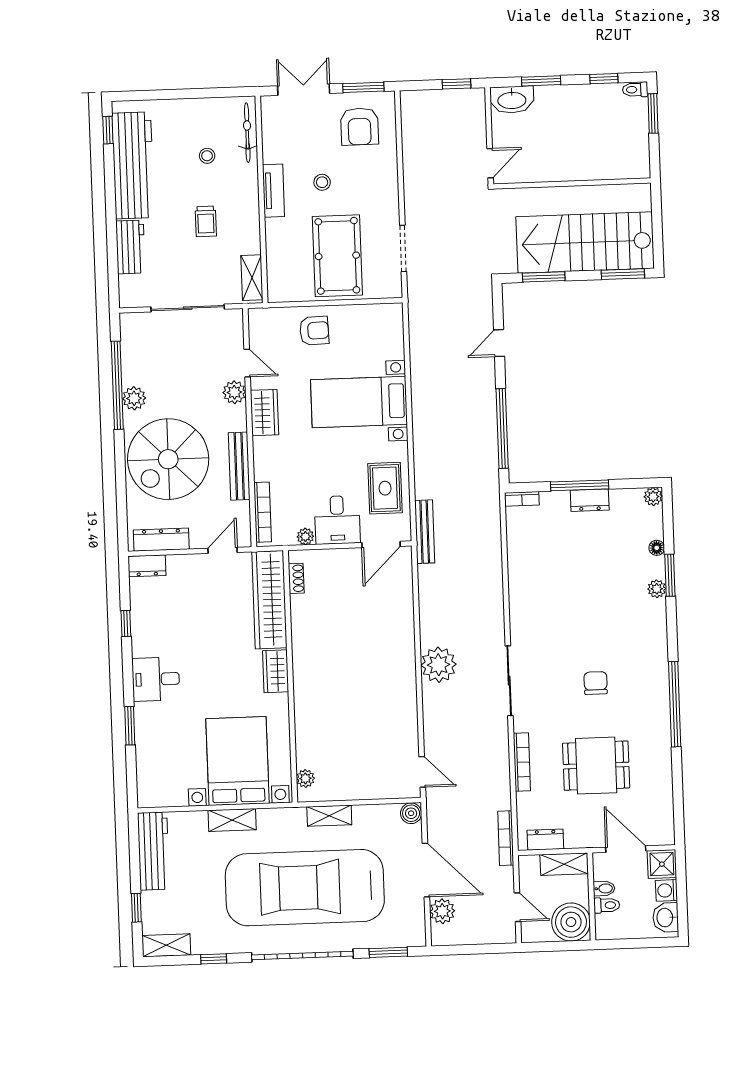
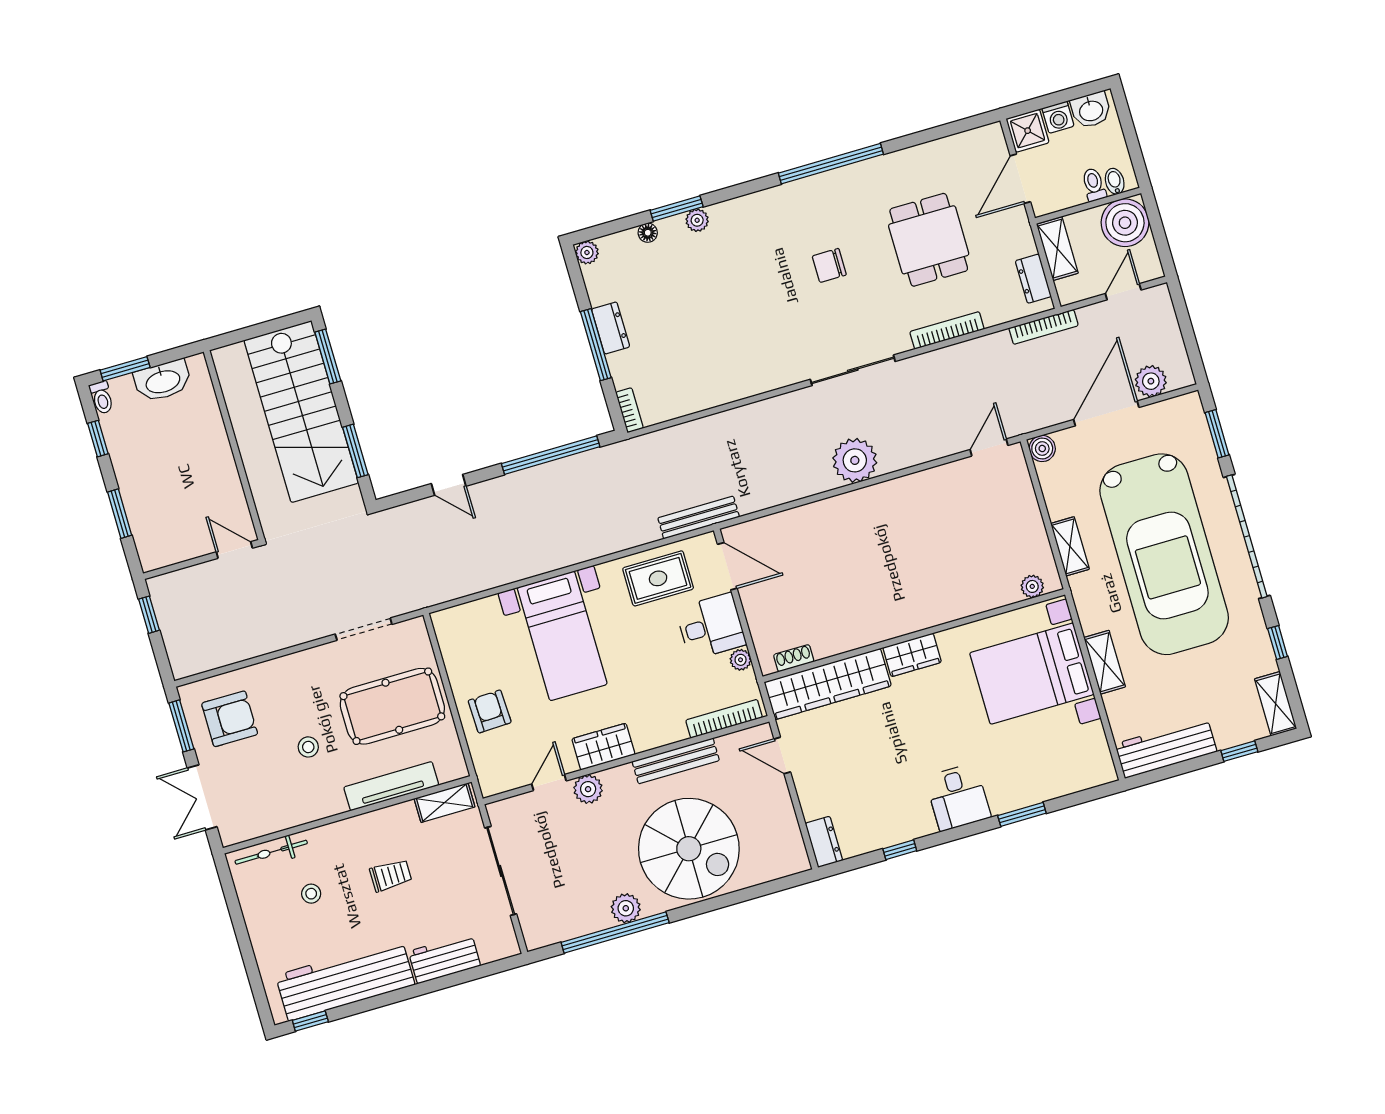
washbasin: (512, 100) -> (163, 381), moved, turned 90
tv unit: (273, 191) -> (391, 786), moved, width x1.41
dresser: (161, 540) -> (788, 833), removed
bidet: (604, 889) -> (1115, 181), moved

